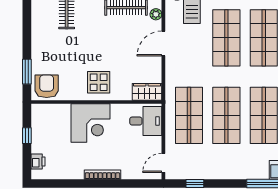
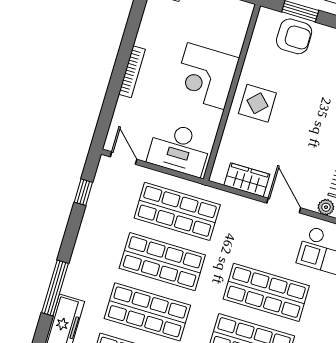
armchair: (47, 86) -> (294, 36), moved
wardrobe: (147, 92) -> (247, 180), moved, turned -90
desk: (146, 121) -> (179, 149), width x1.37

